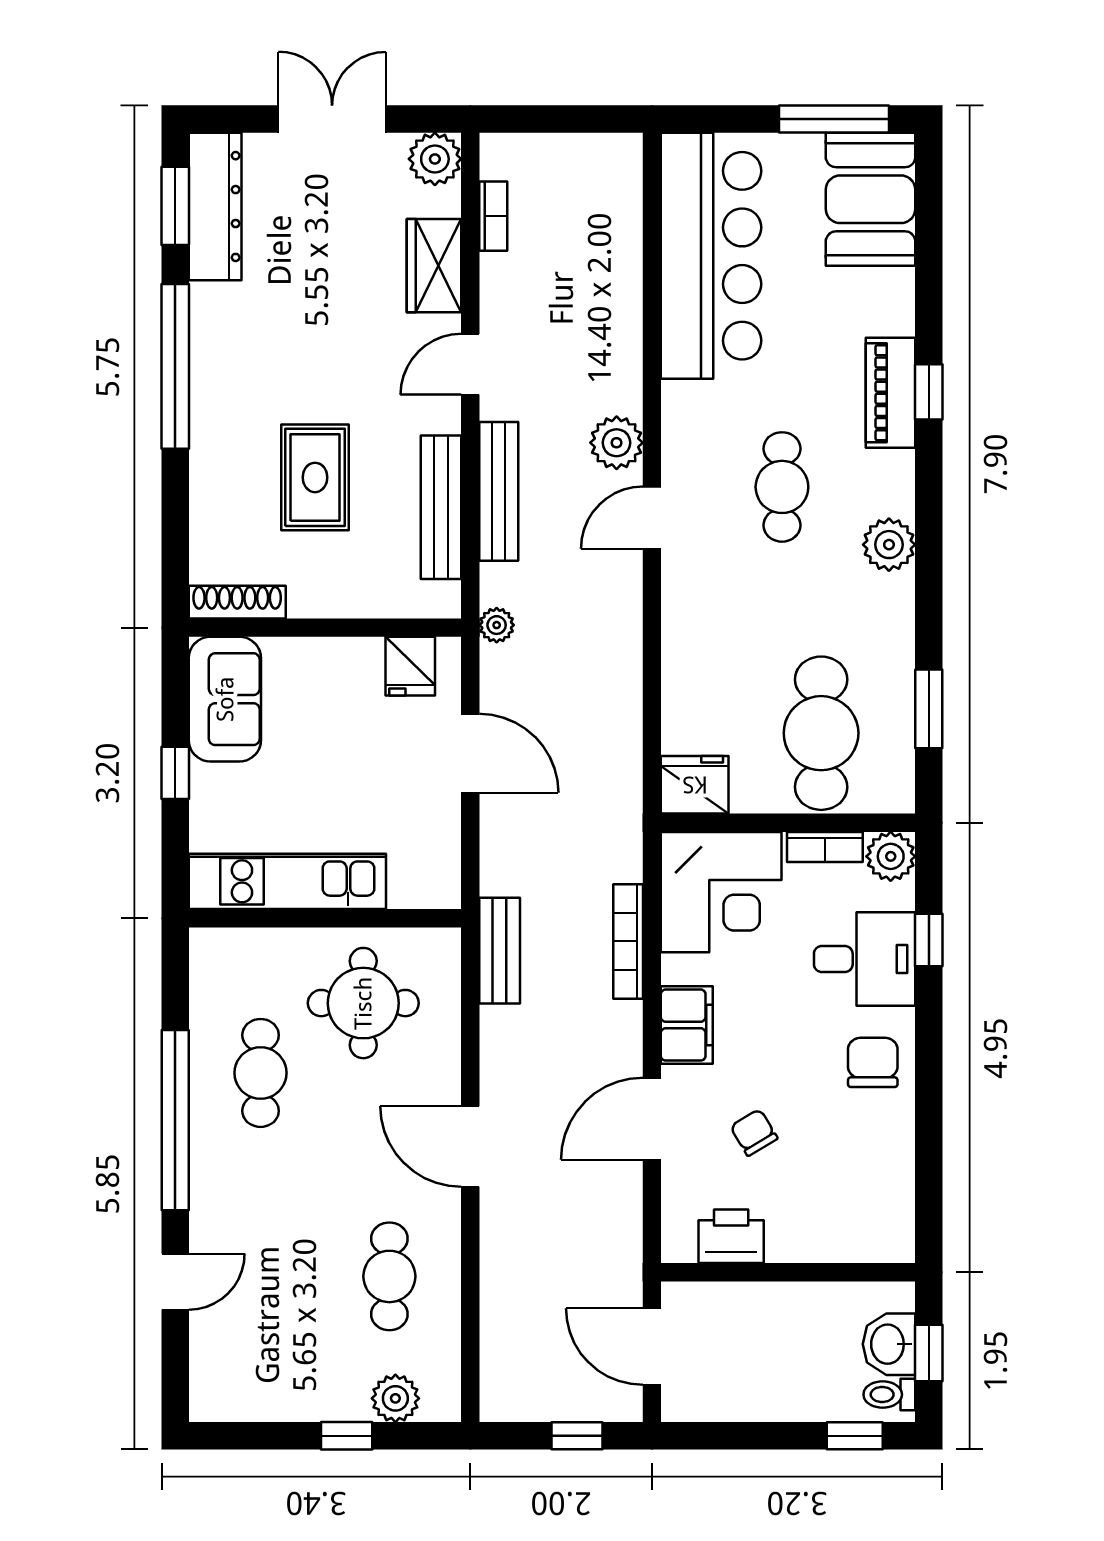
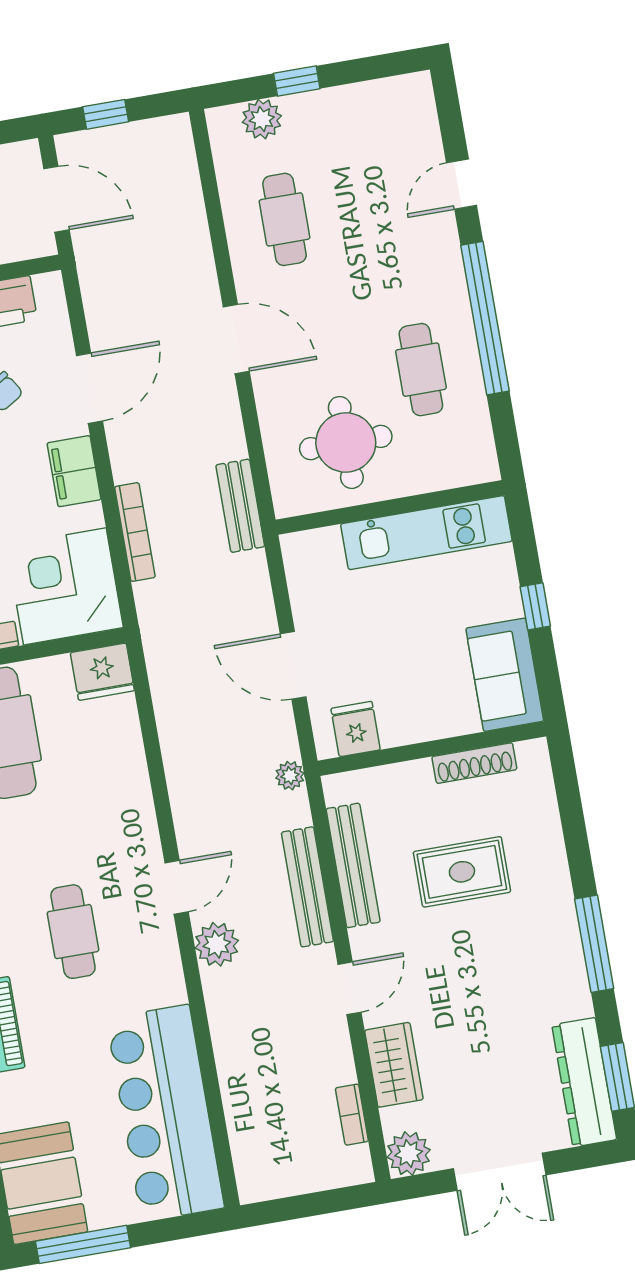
window: (175, 366) -> (594, 944), width x0.68
rug: (315, 477) -> (462, 872), turned 90
shoe rack: (237, 602) -> (474, 763), moved

